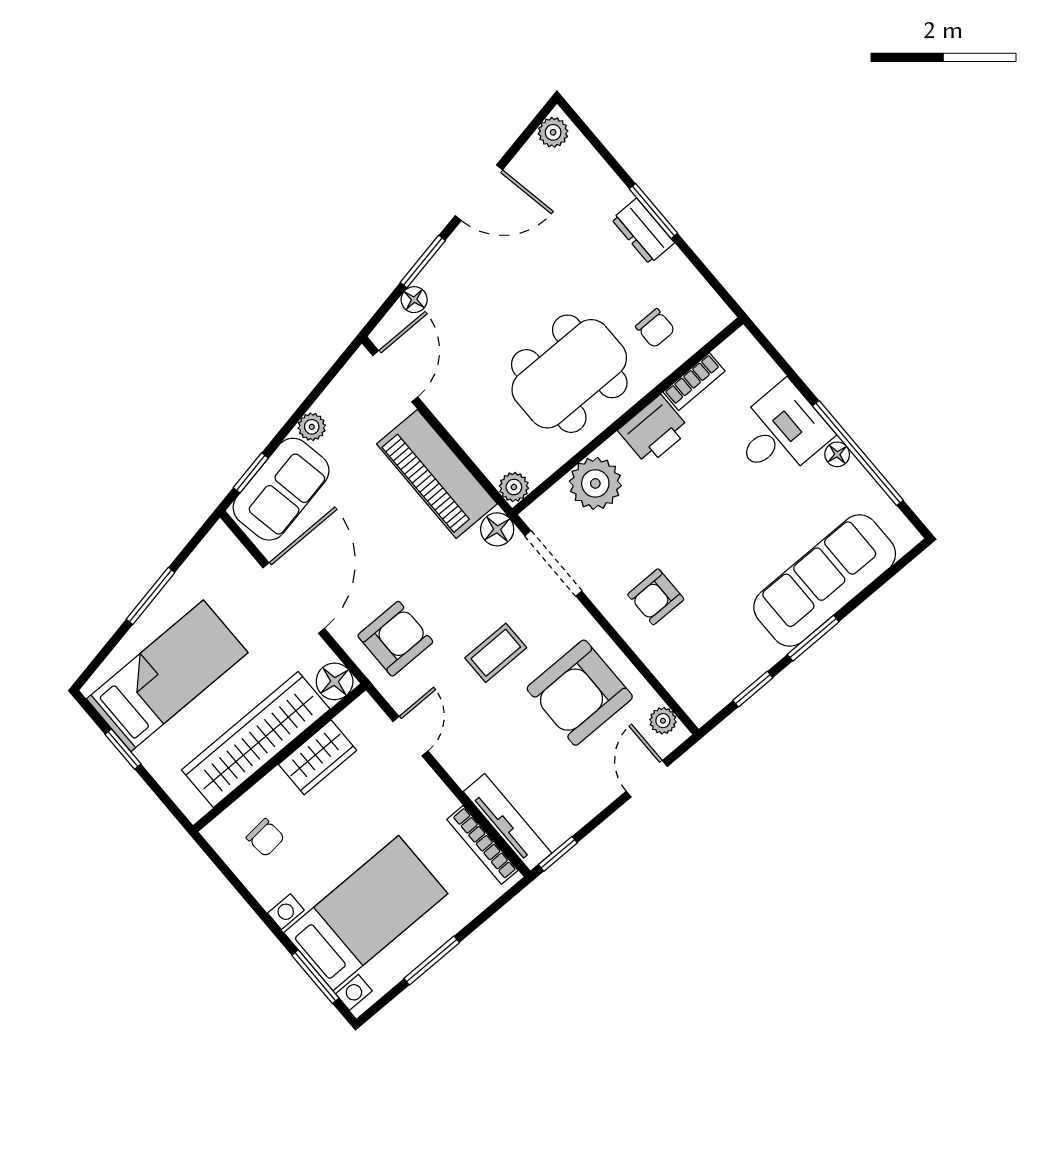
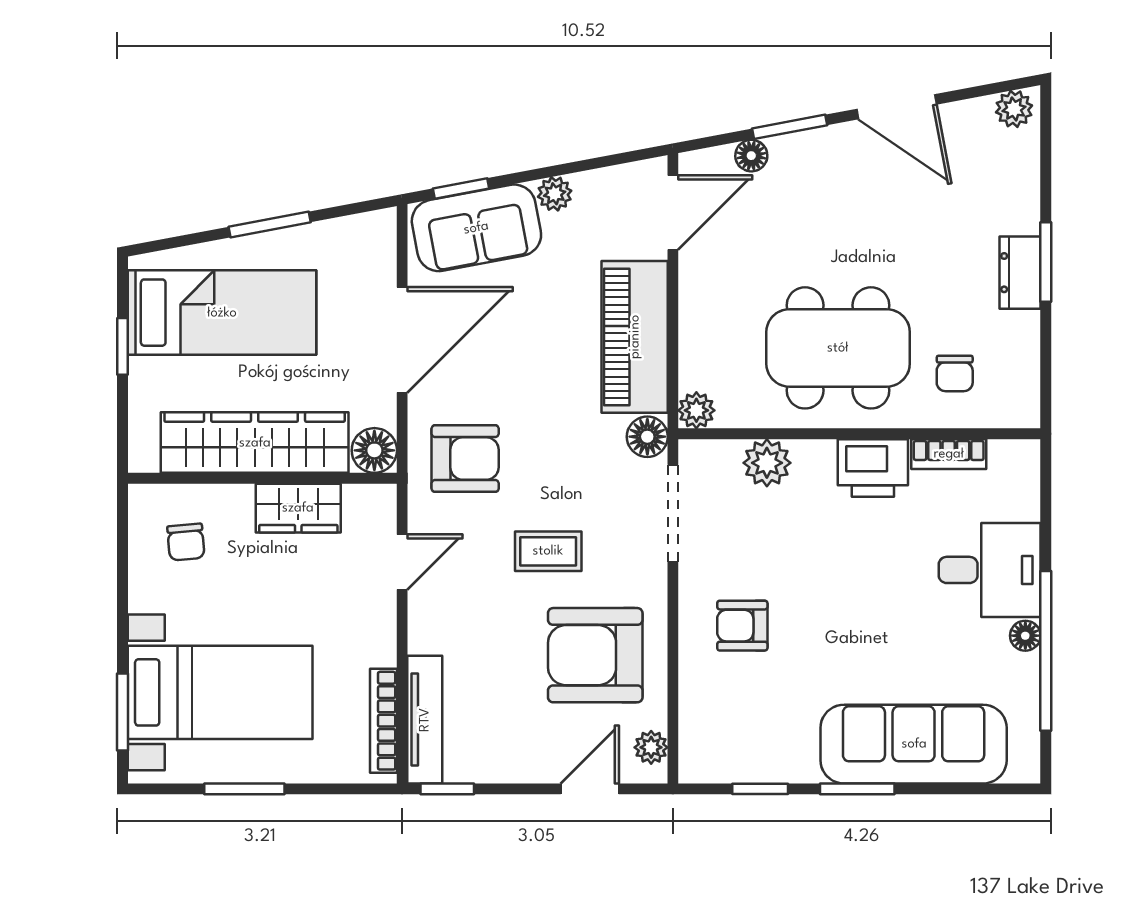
plant: (595, 483) -> (767, 463), width x0.73, depth x0.73

